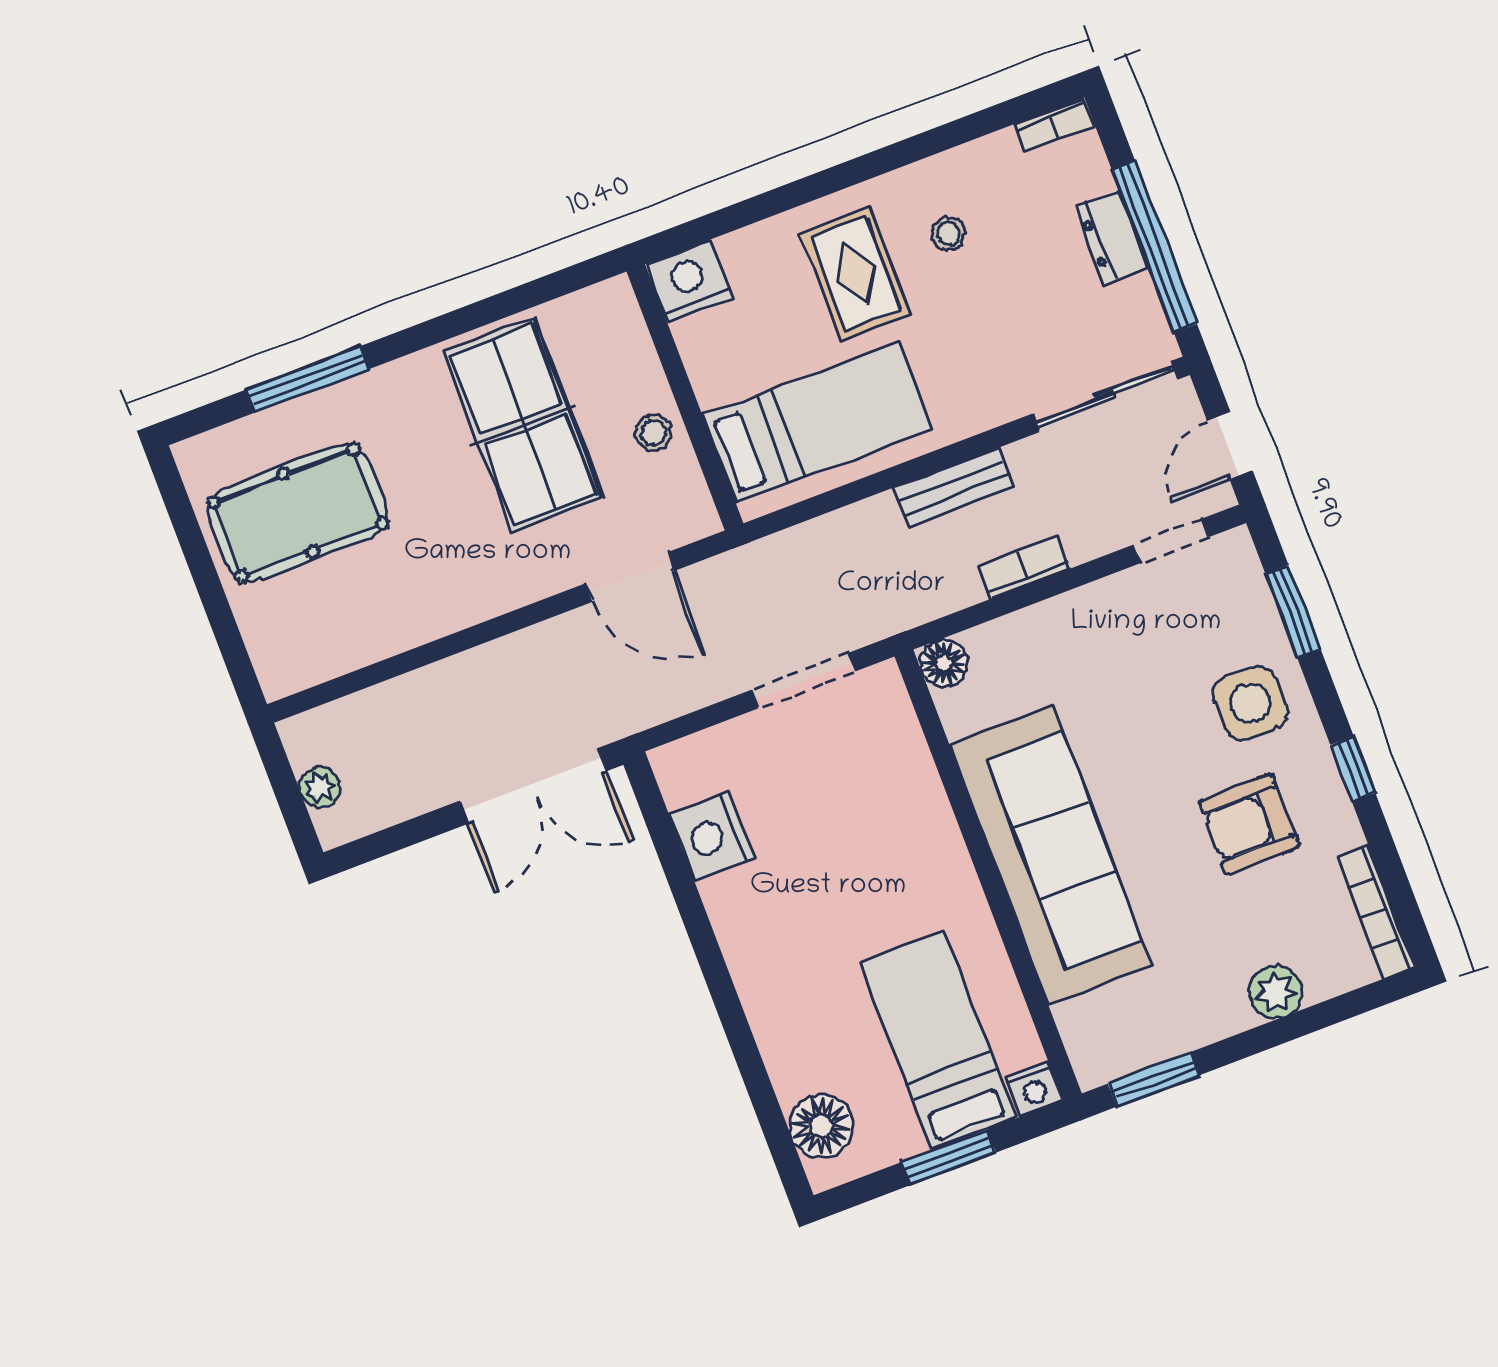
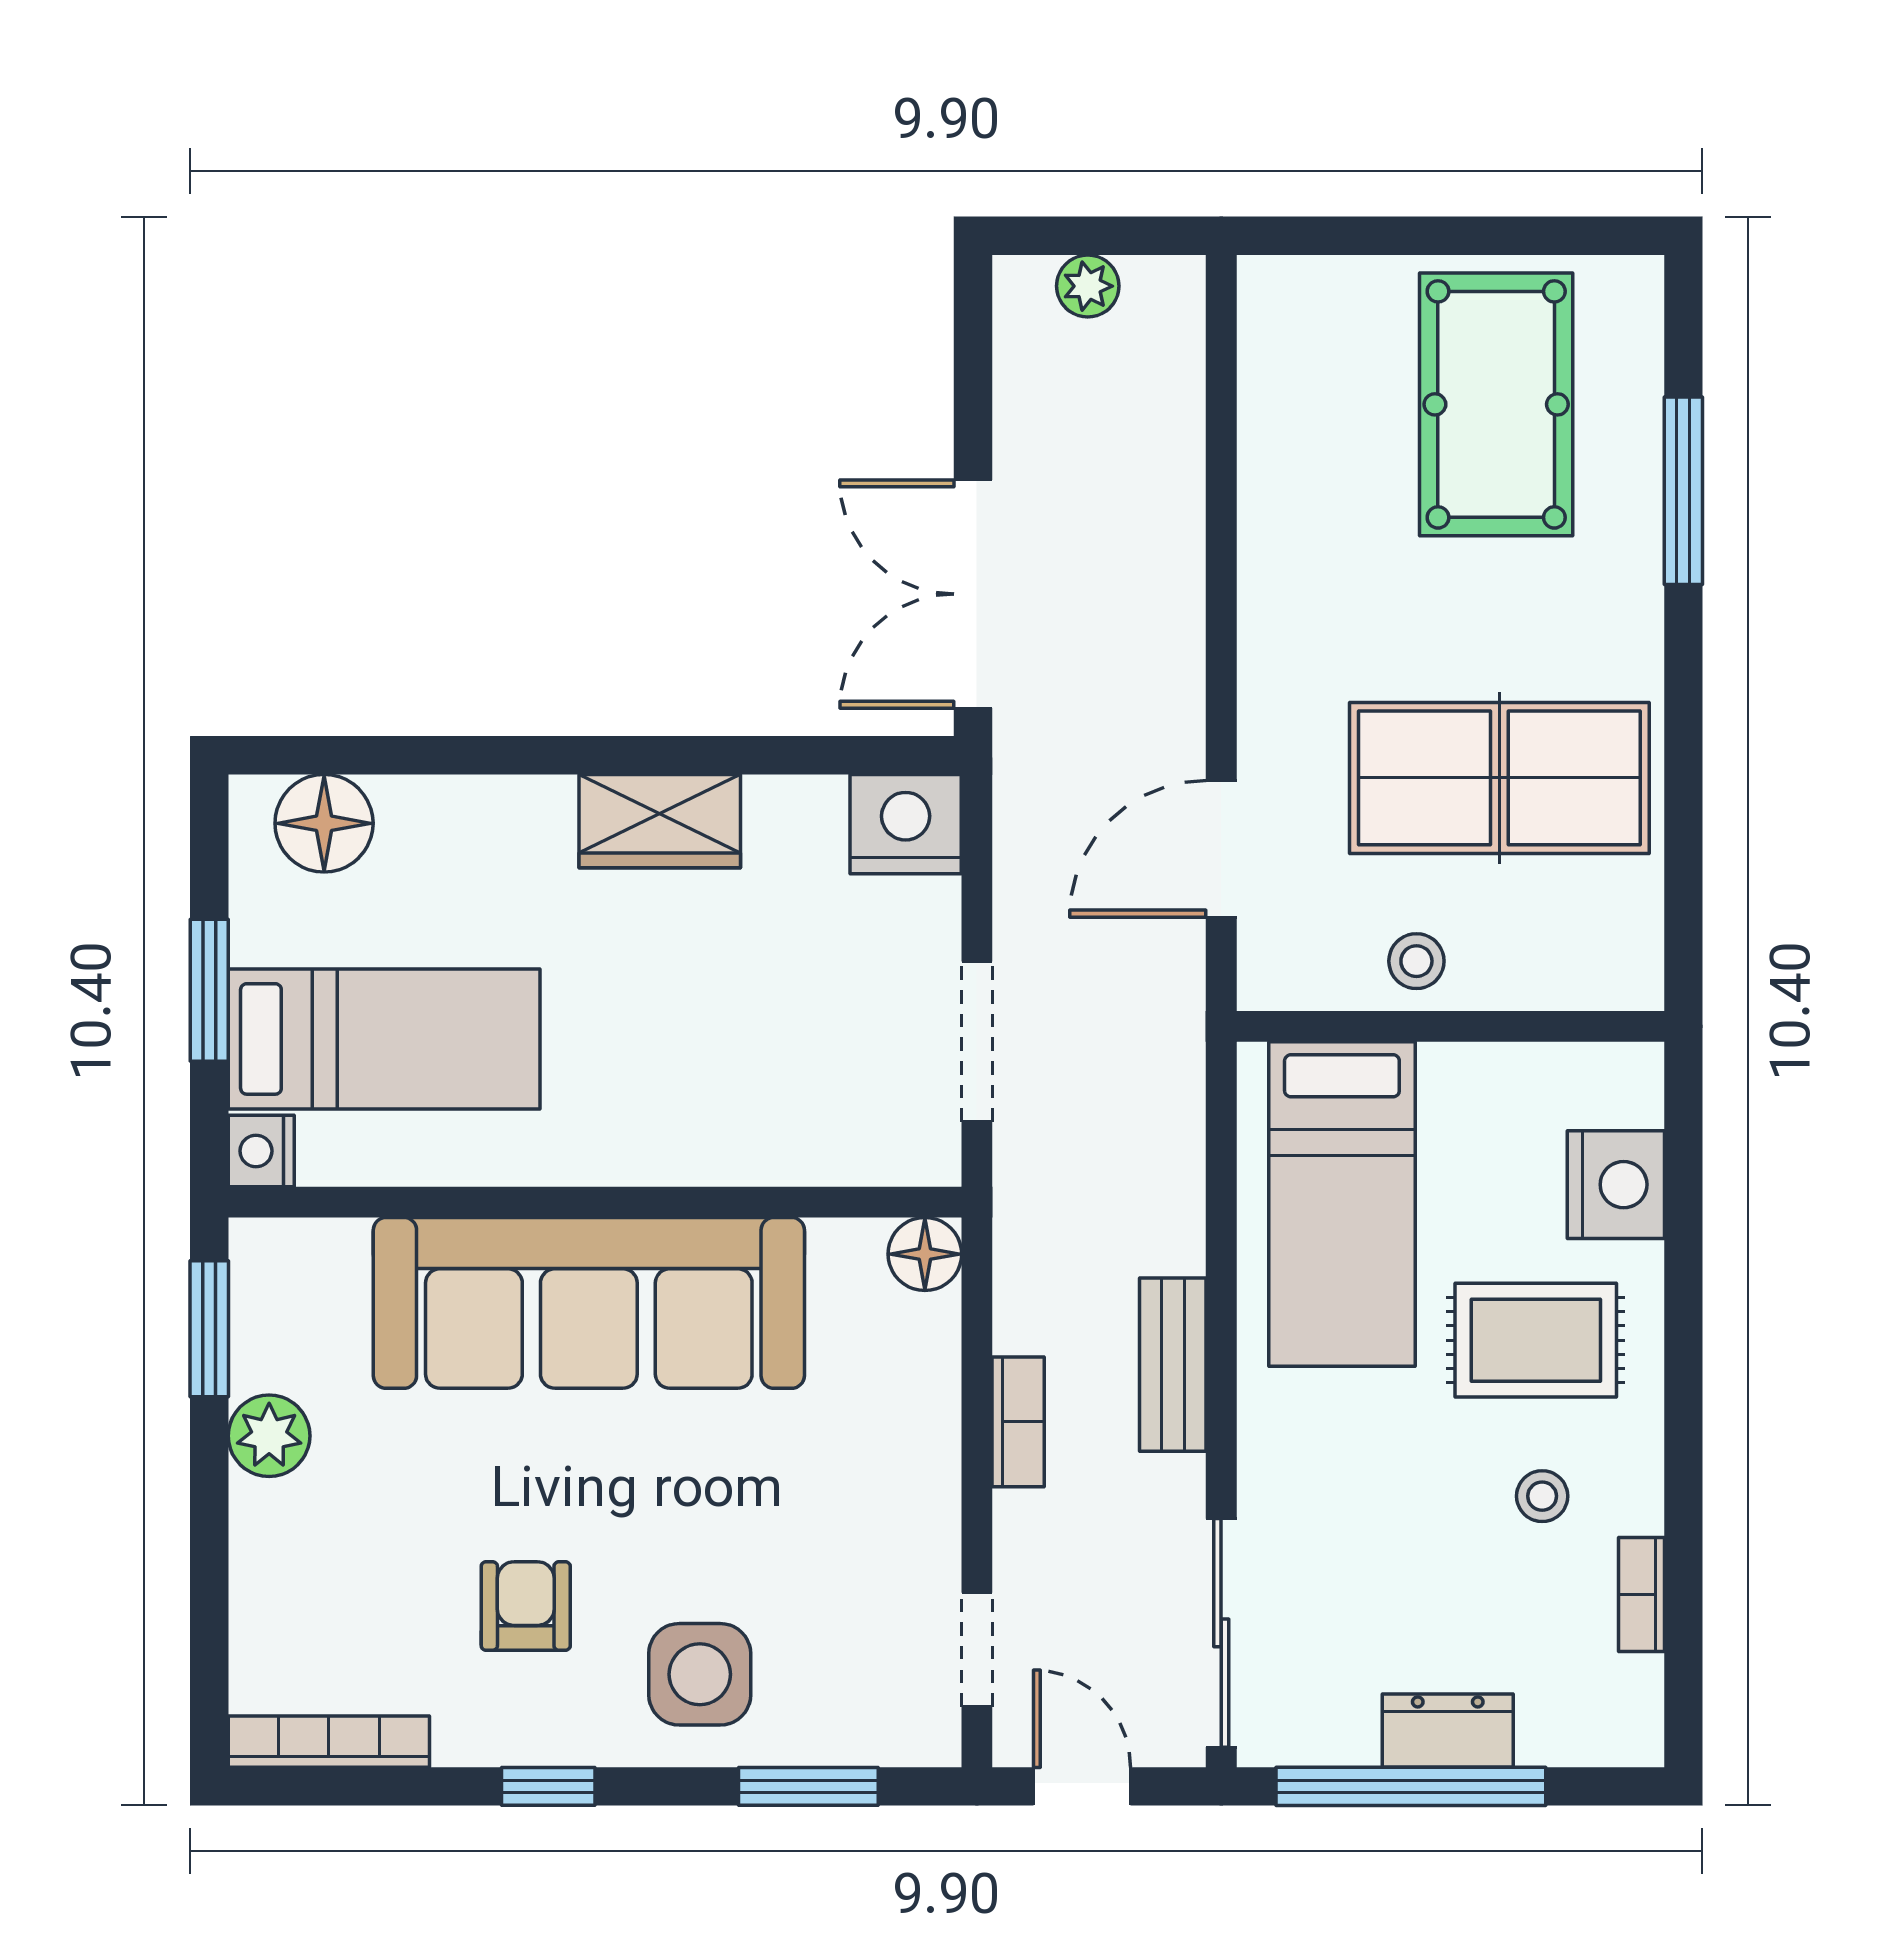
bookcase: (1054, 125) -> (1641, 1595), moved
nightstand: (689, 281) -> (1616, 1185), moved
armchair: (1249, 824) -> (526, 1606), width x0.72, depth x0.72
nightstand: (712, 837) -> (906, 824), moved
wardrobe: (743, 923) -> (660, 821), added
plant: (1276, 992) -> (269, 1436), moved

